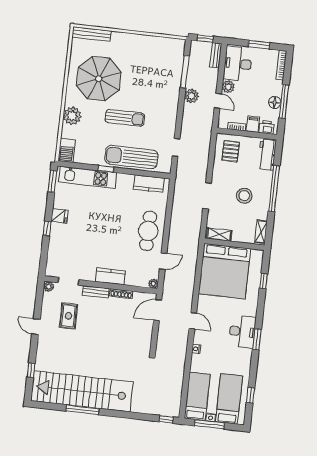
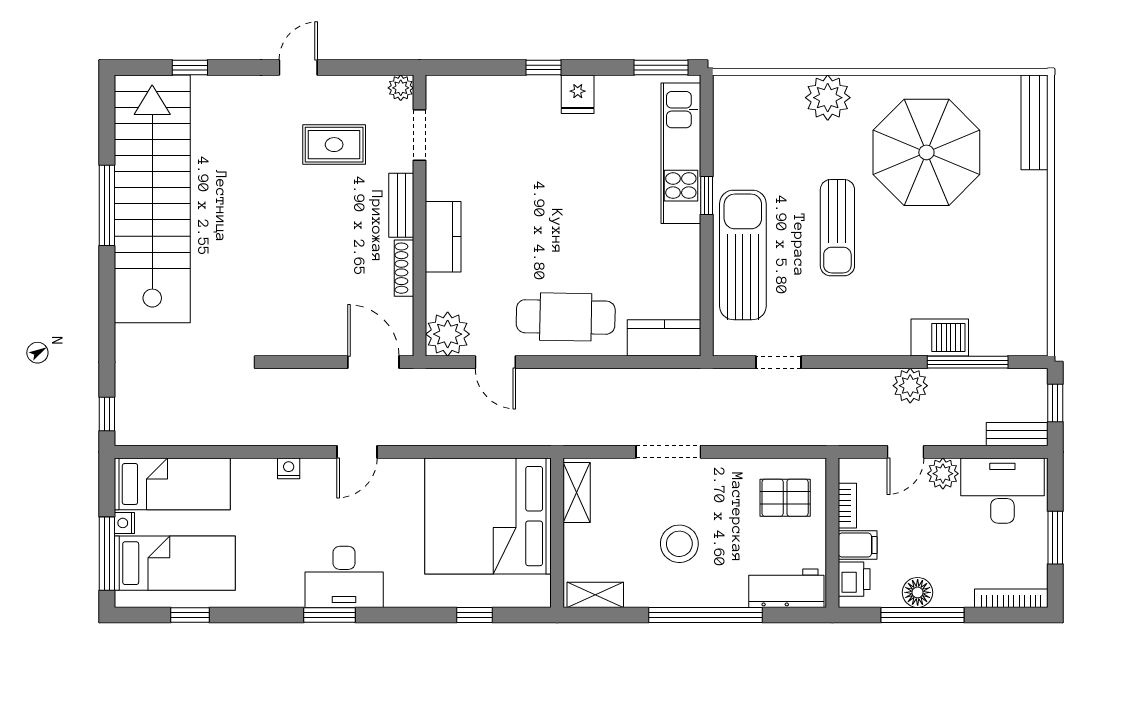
barbecue: (67, 150) -> (940, 338), moved, turned 180
kitchen counter: (149, 184) -> (664, 338), moved, turned 90
plant: (153, 284) -> (448, 334), width x1.88, depth x1.88
window: (209, 424) -> (107, 554), moved

